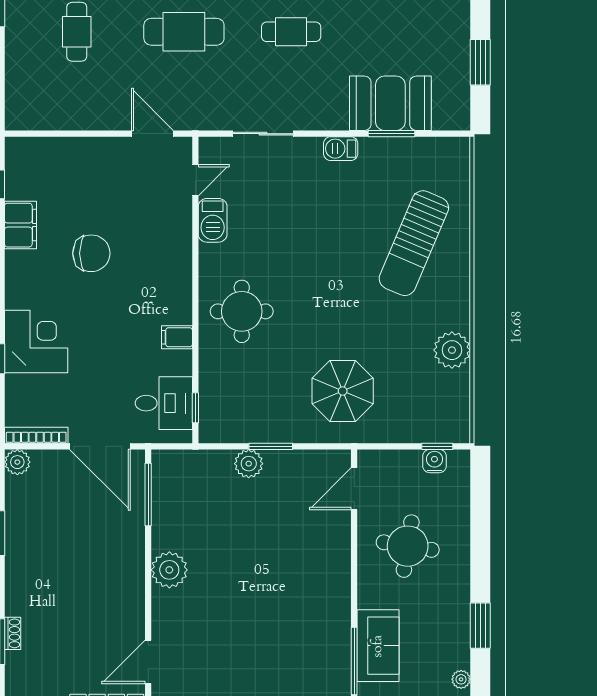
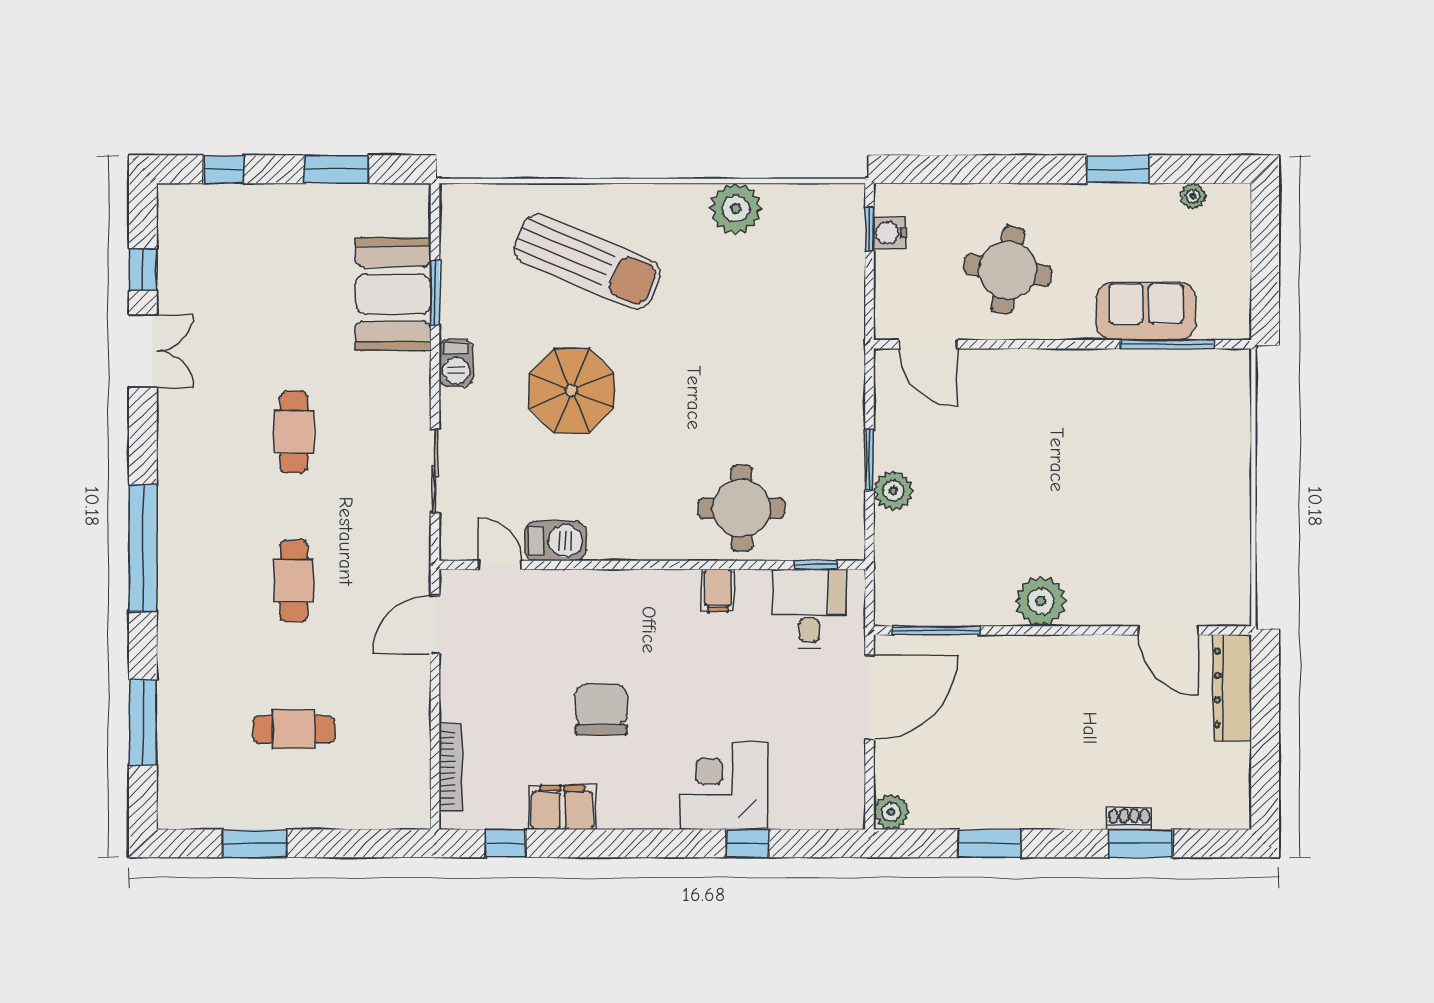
cafe table: (184, 32) -> (294, 581), width x0.73, depth x0.74
round table: (242, 311) -> (742, 508), moved
parasol: (343, 391) -> (571, 391), moved
bookcase: (36, 435) -> (450, 767), moved, turned 180

